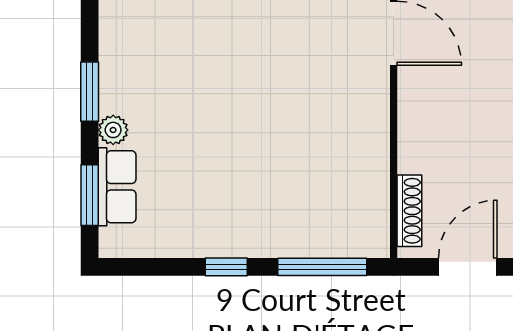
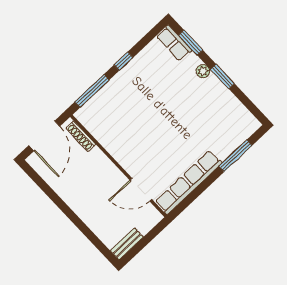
row of seats: (117, 187) -> (174, 43), moved
door: (468, 267) -> (44, 136), width x1.36

